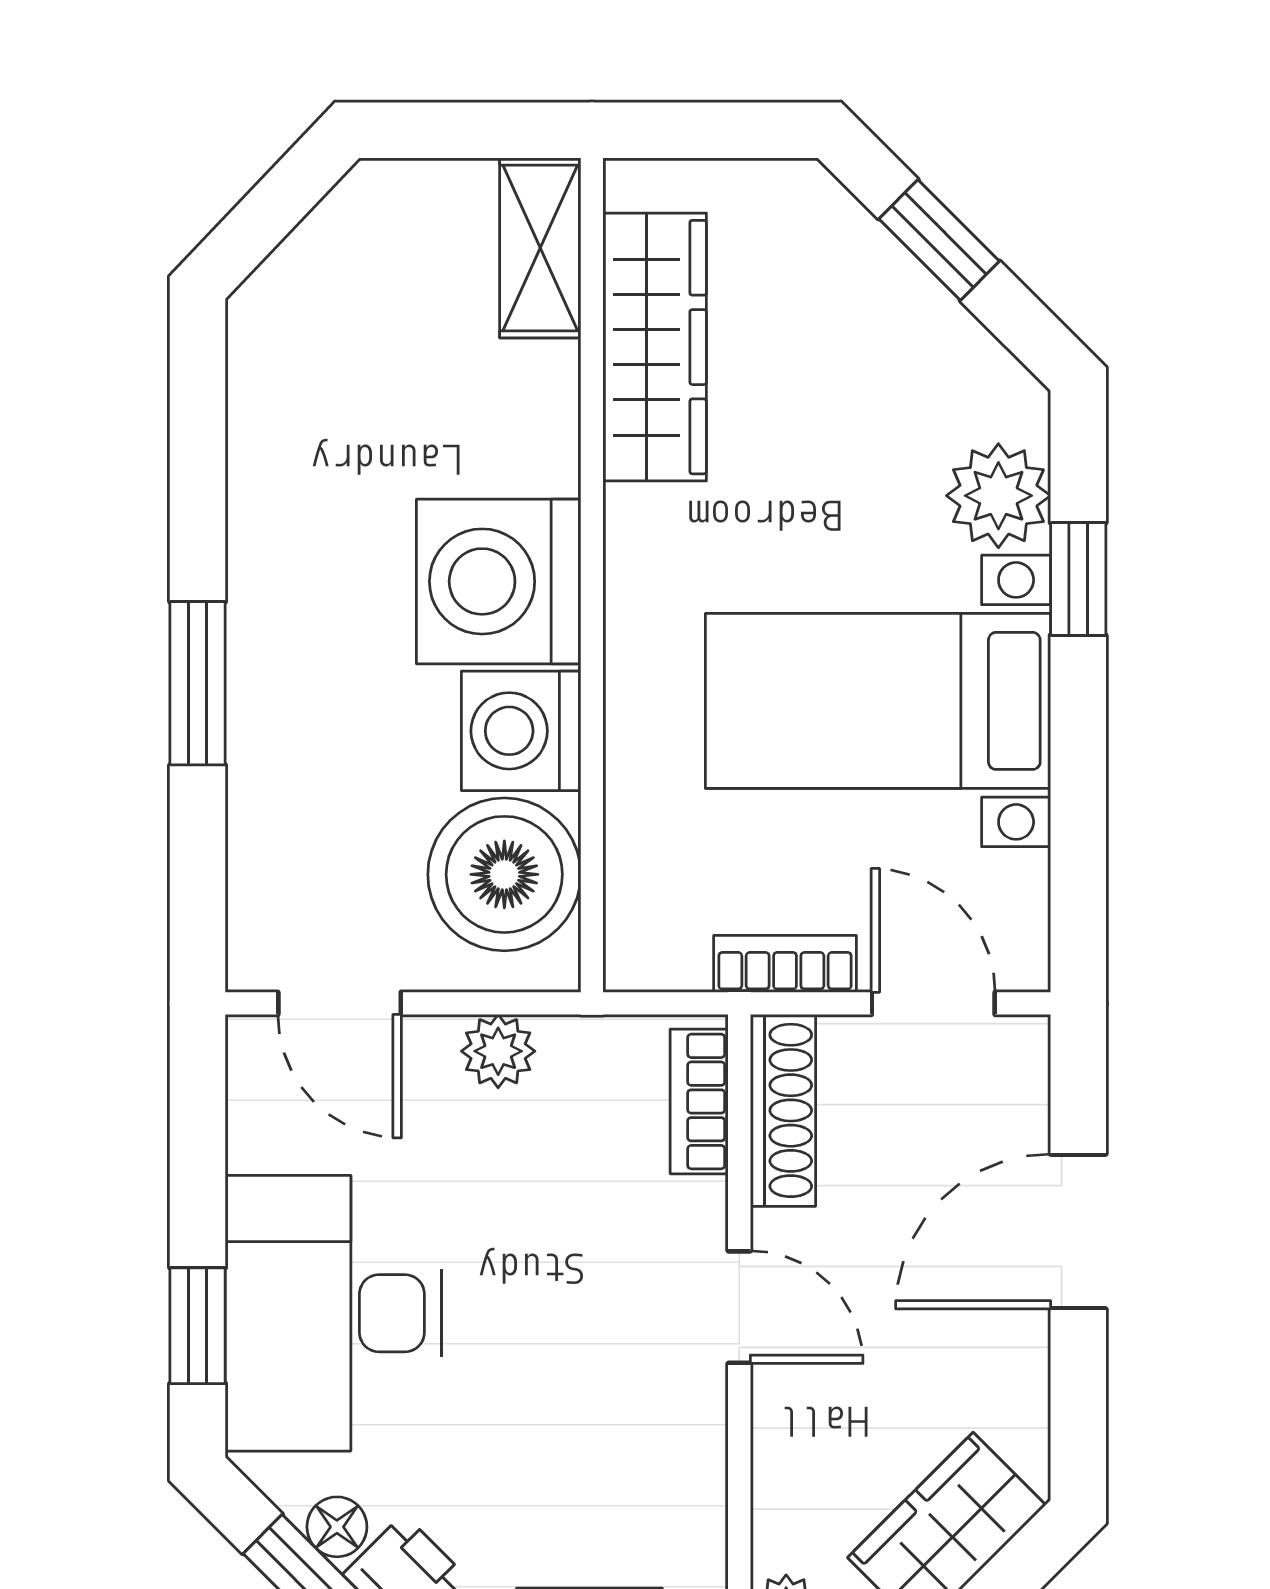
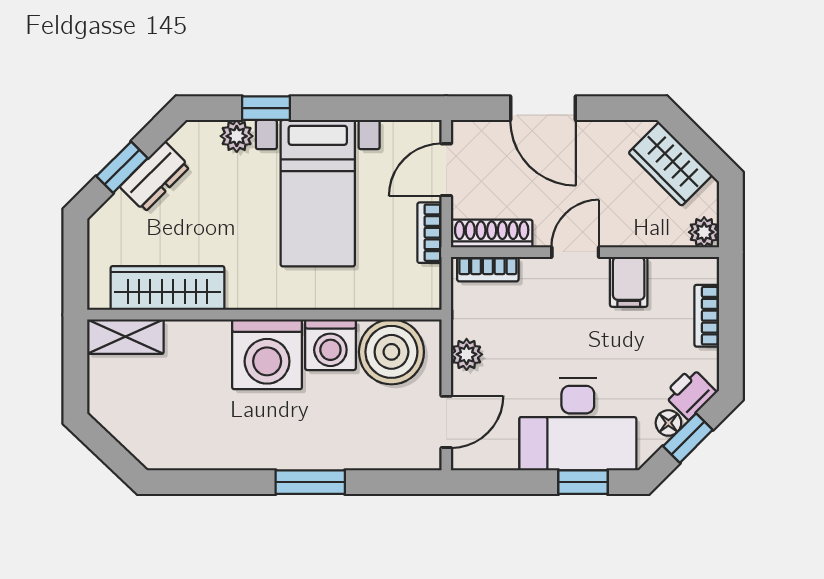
dresser: (917, 317) -> (155, 177), added
plant: (998, 496) -> (237, 136), width x0.73, depth x0.73
filing cabinet: (669, 1433) -> (629, 282), added

